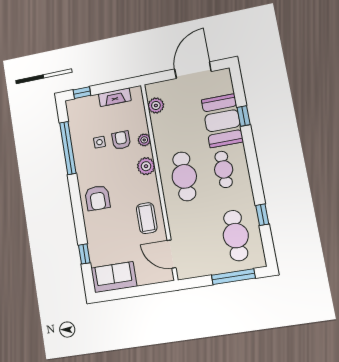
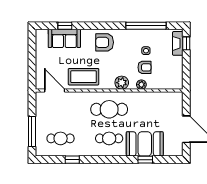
fireplace: (115, 97) -> (178, 43), moved
plant: (156, 105) -> (165, 98), removed
coffee table: (147, 218) -> (84, 77), width x1.36, depth x1.32
cafe table: (236, 236) -> (61, 138), width x0.73, depth x0.74
door: (172, 254) -> (55, 90), hinge flipped
sofa: (114, 277) -> (64, 38), moved, turned 90

